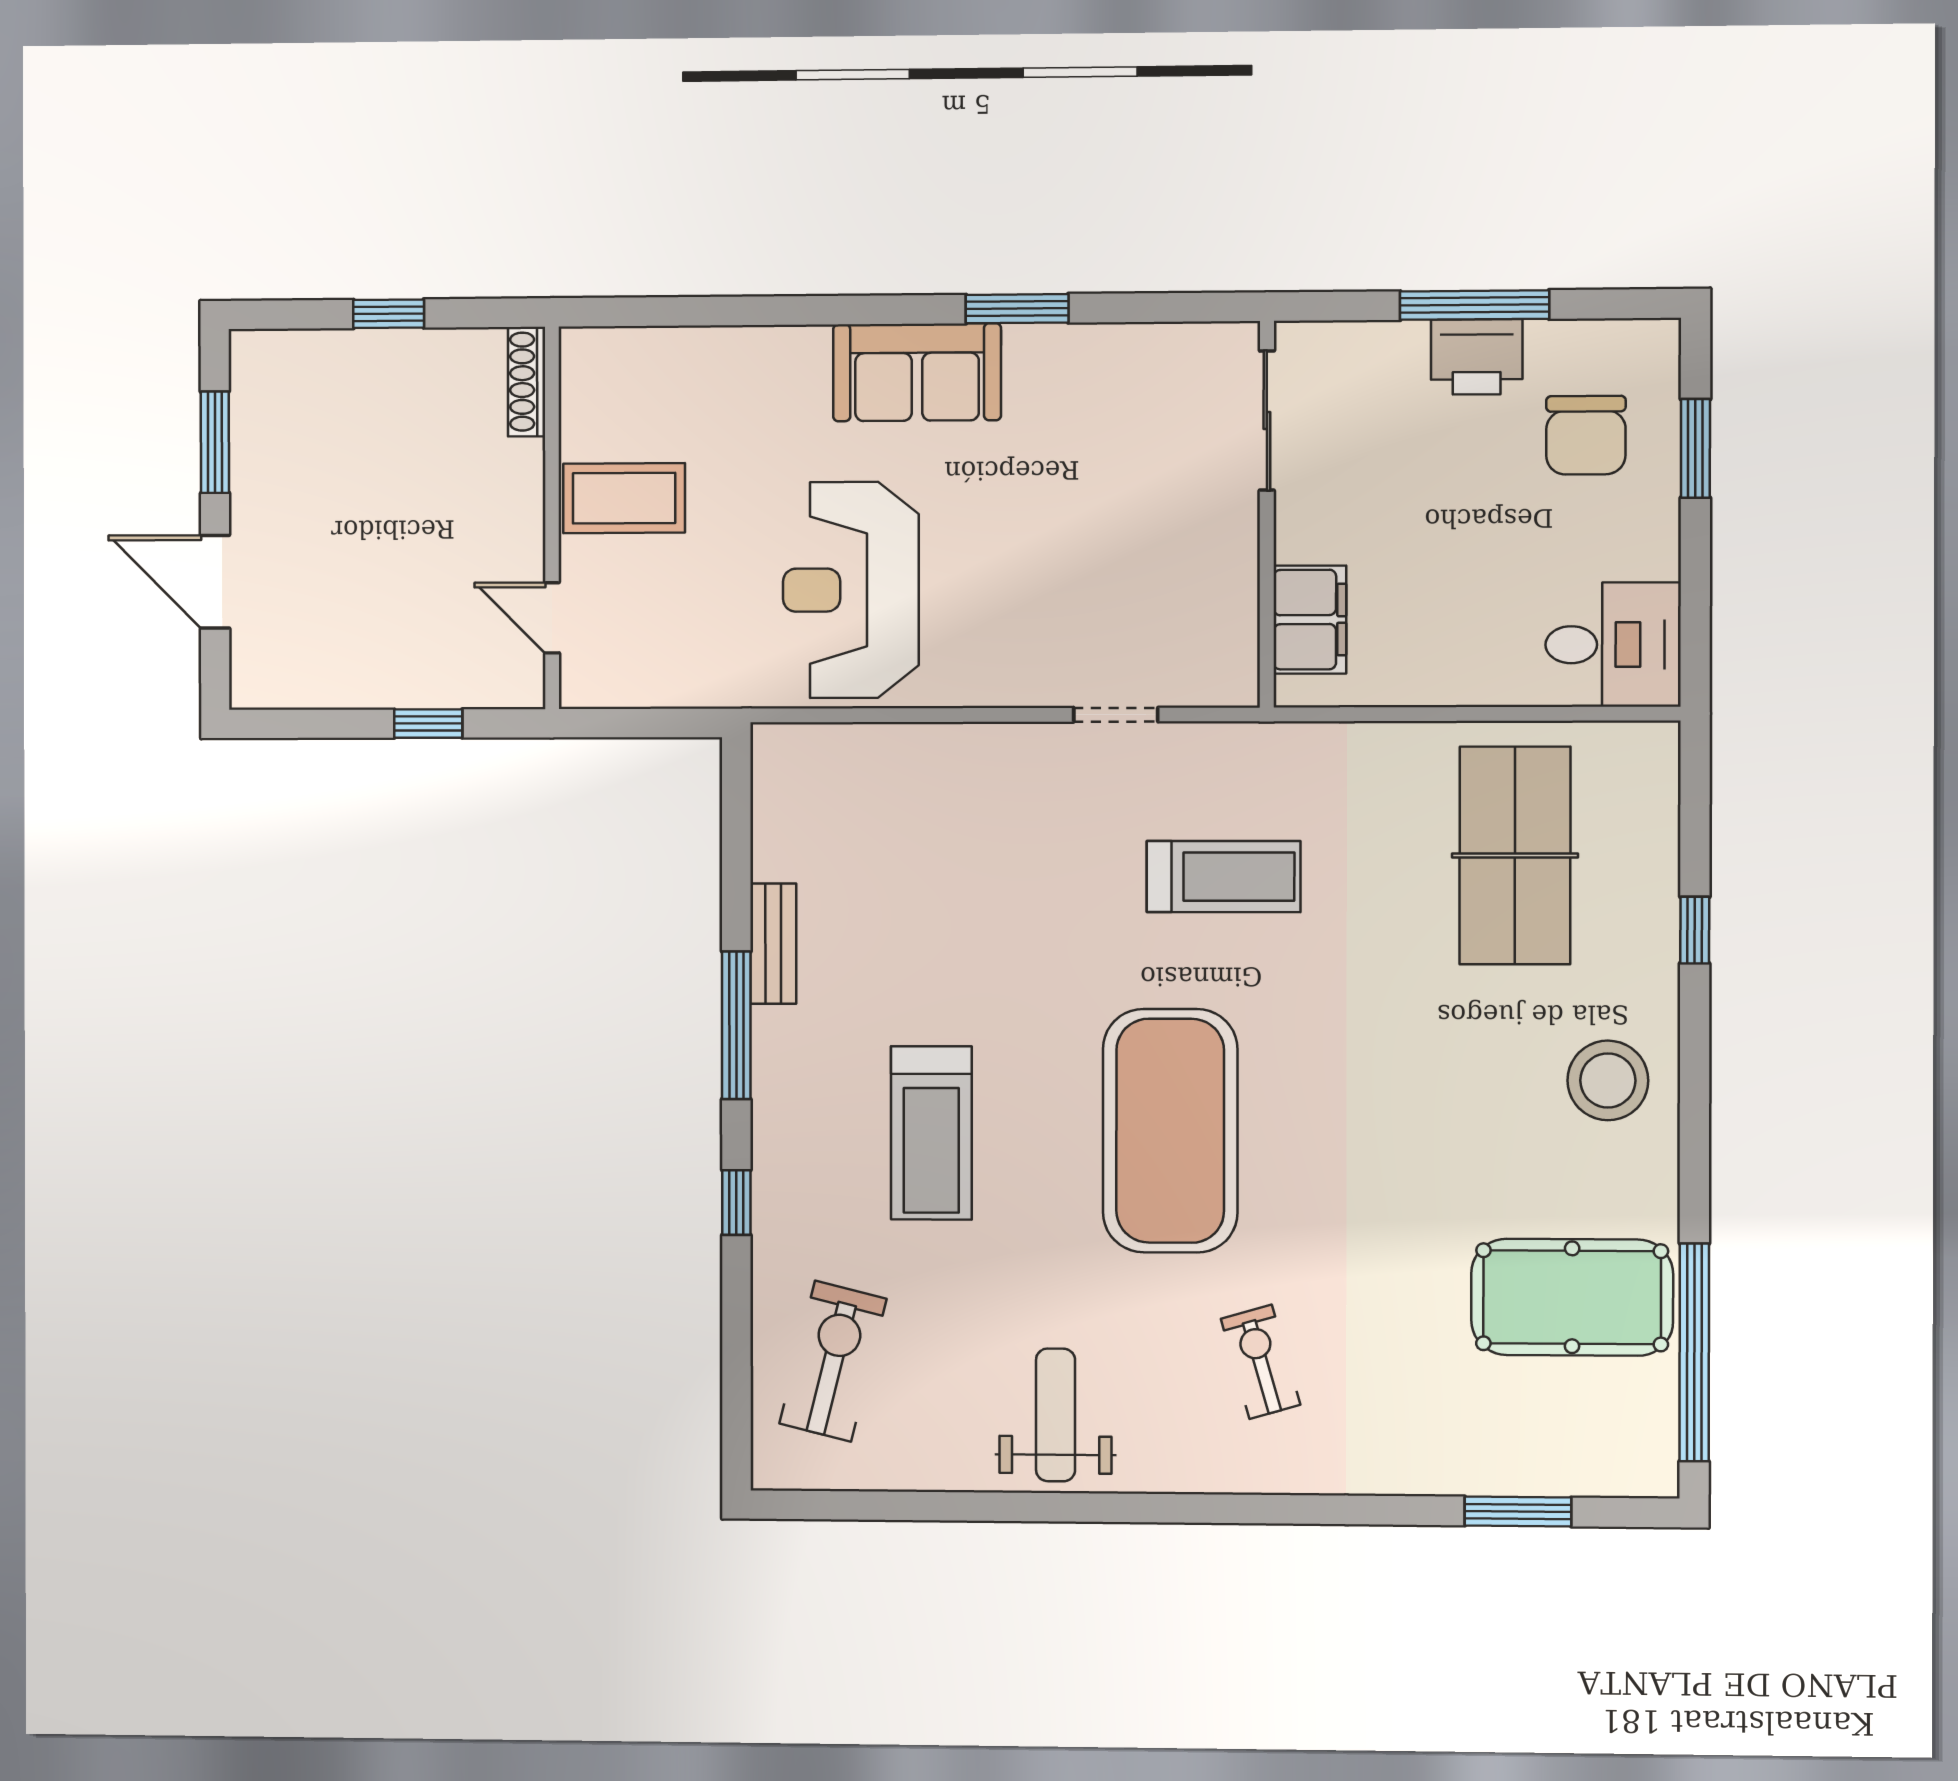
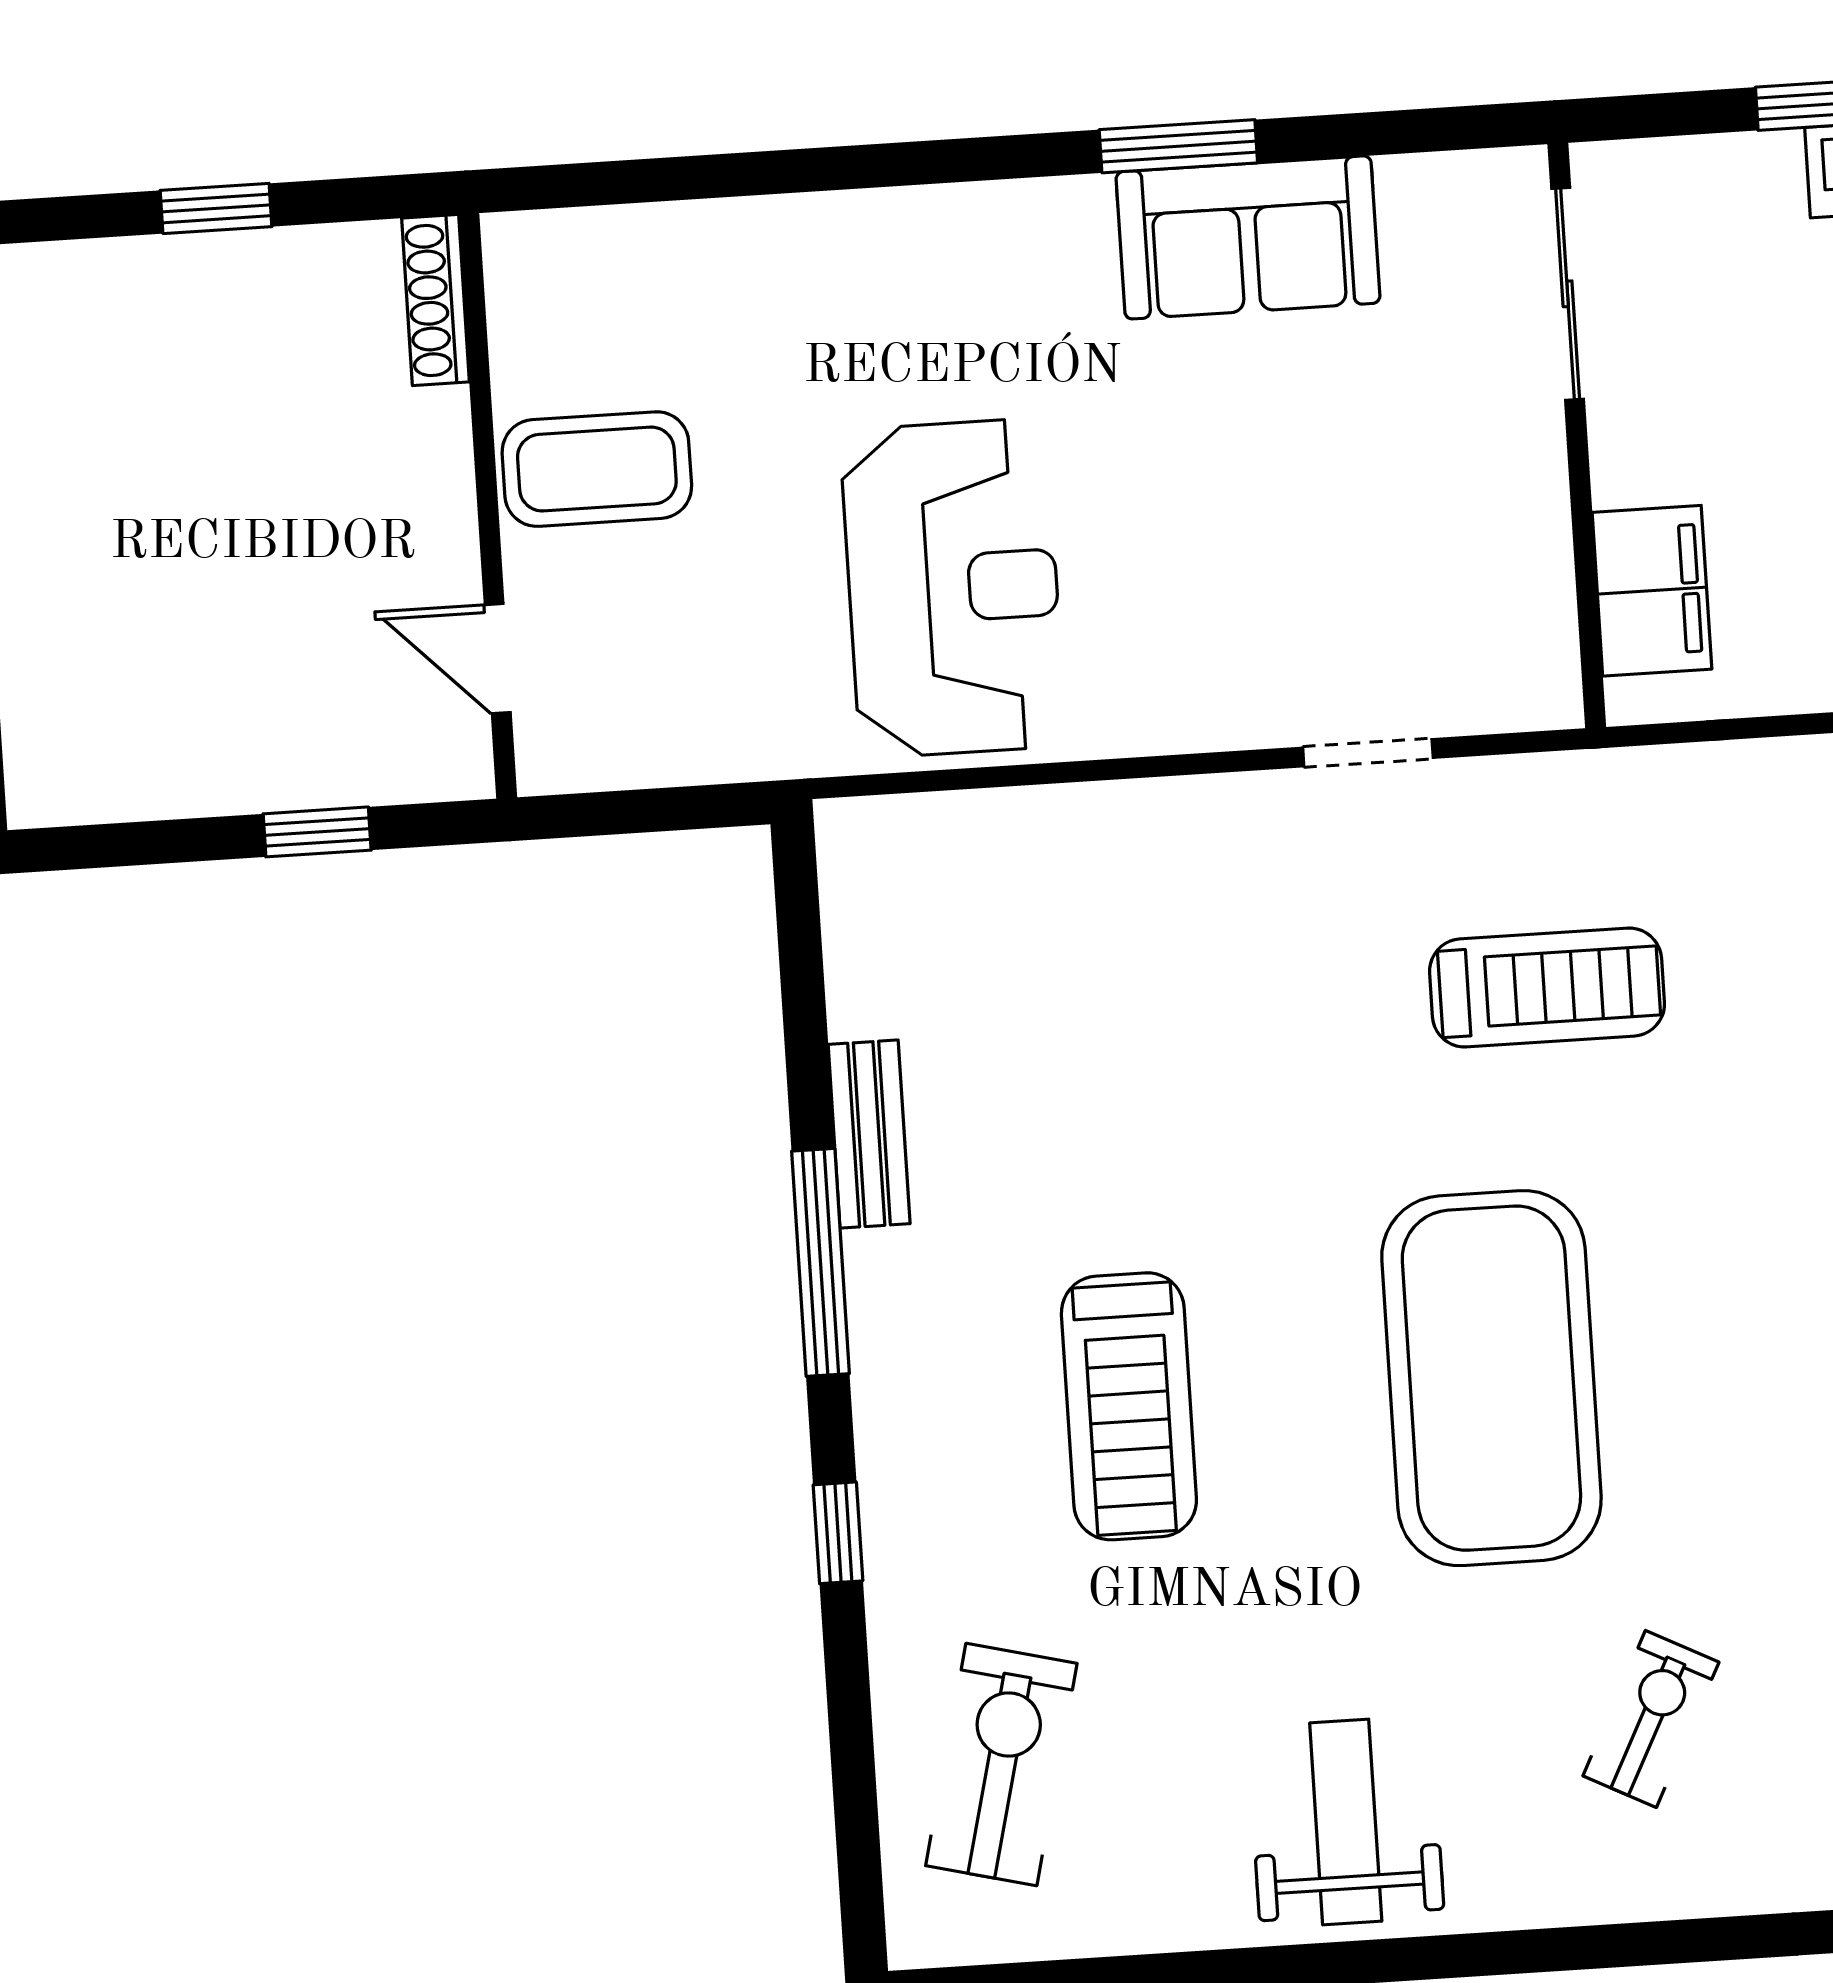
sofa: (917, 372) -> (1248, 237), moved
reception desk: (851, 590) -> (953, 588), turned 180
exercise bike: (1261, 1362) -> (1651, 1719), turned 43

